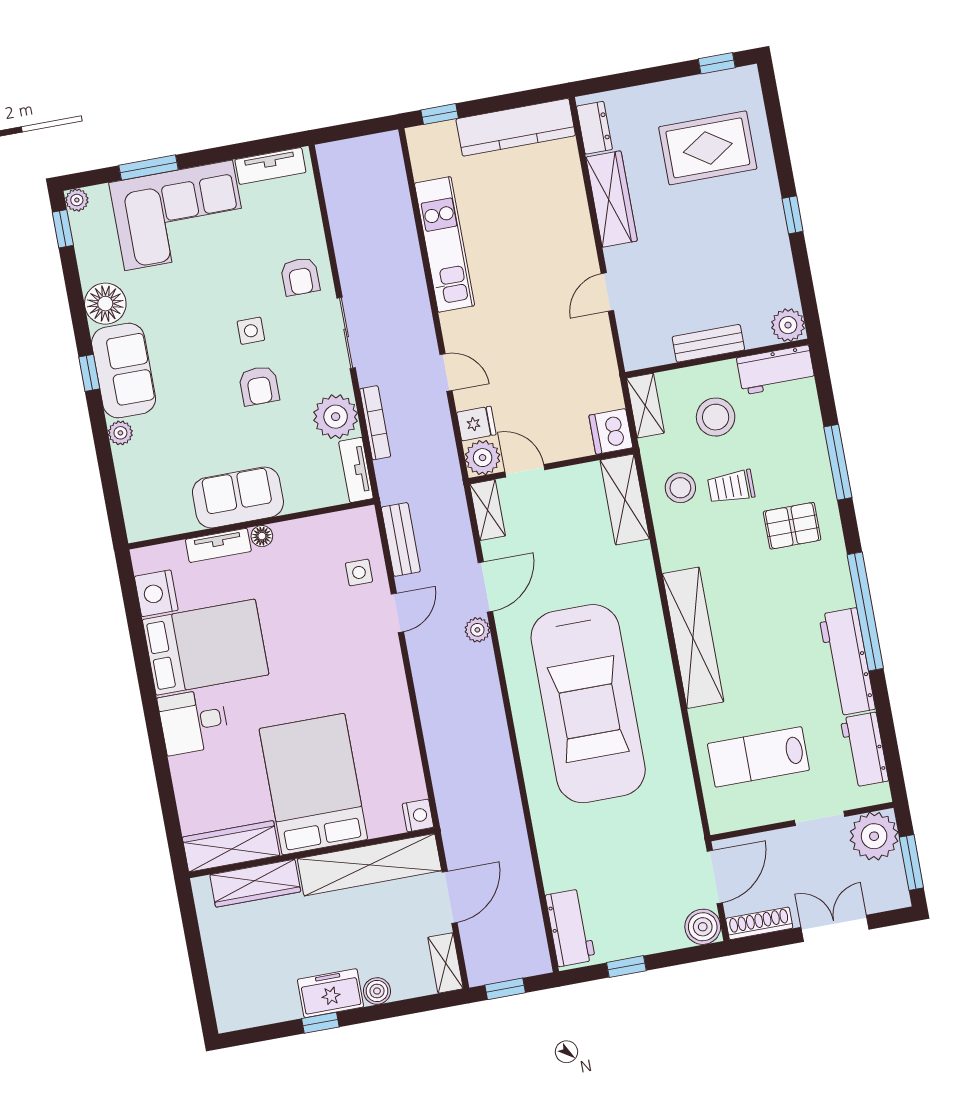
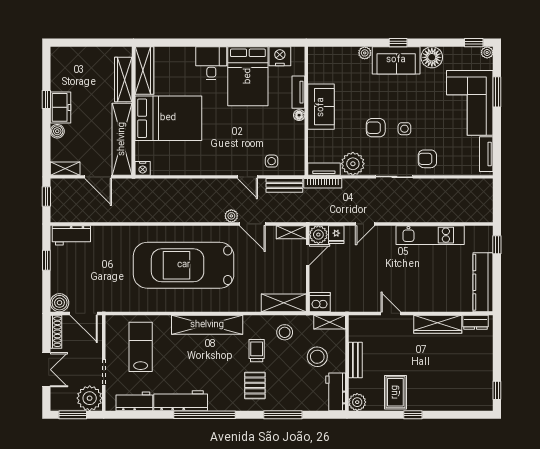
rug: (708, 148) -> (395, 392), moved, width x0.73, depth x0.70
bookcase: (375, 423) -> (323, 183), moved
trolley: (731, 487) -> (257, 351), moved

